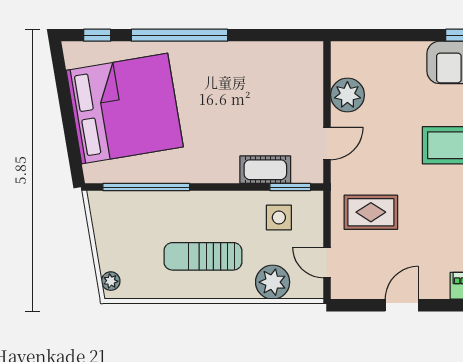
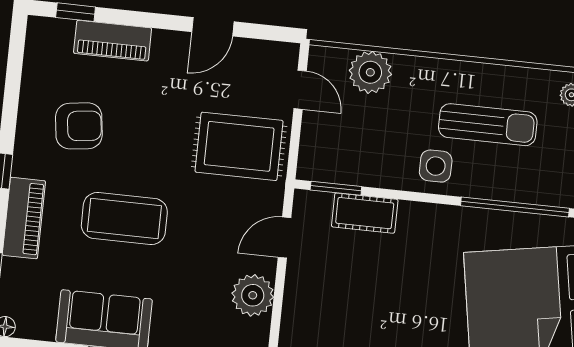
rug: (371, 212) -> (239, 146), width x1.36, depth x1.43
side table: (279, 217) -> (436, 166), moved
sun lounger: (203, 256) -> (488, 125), moved

